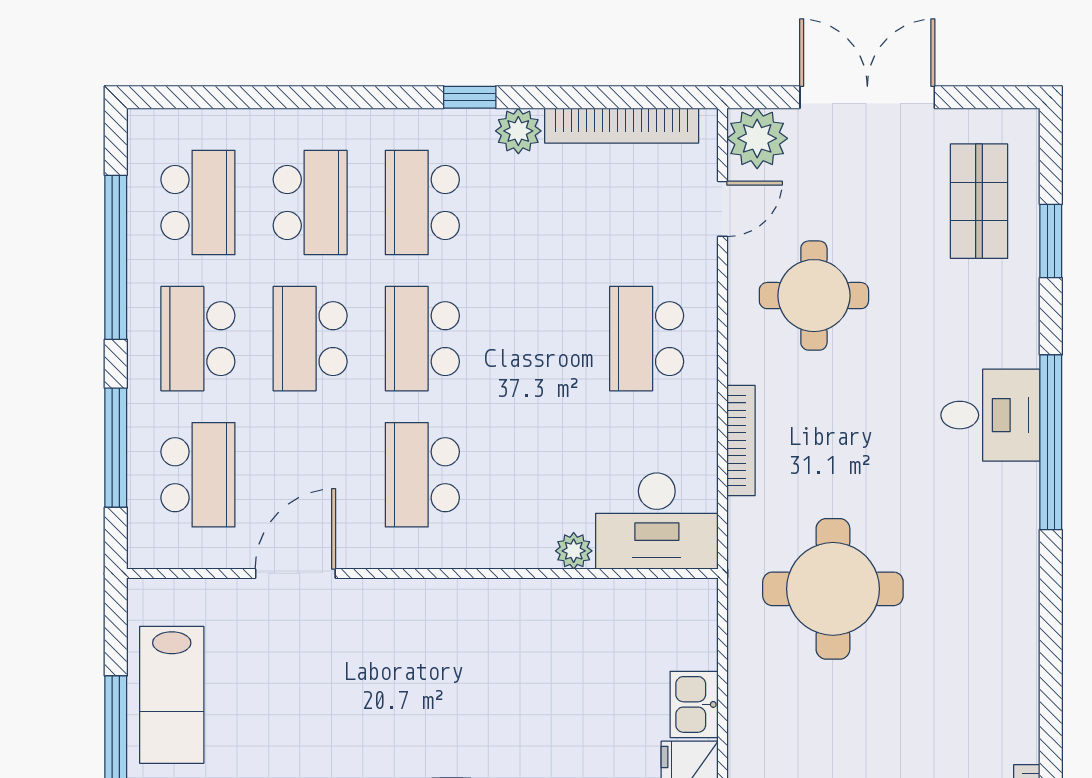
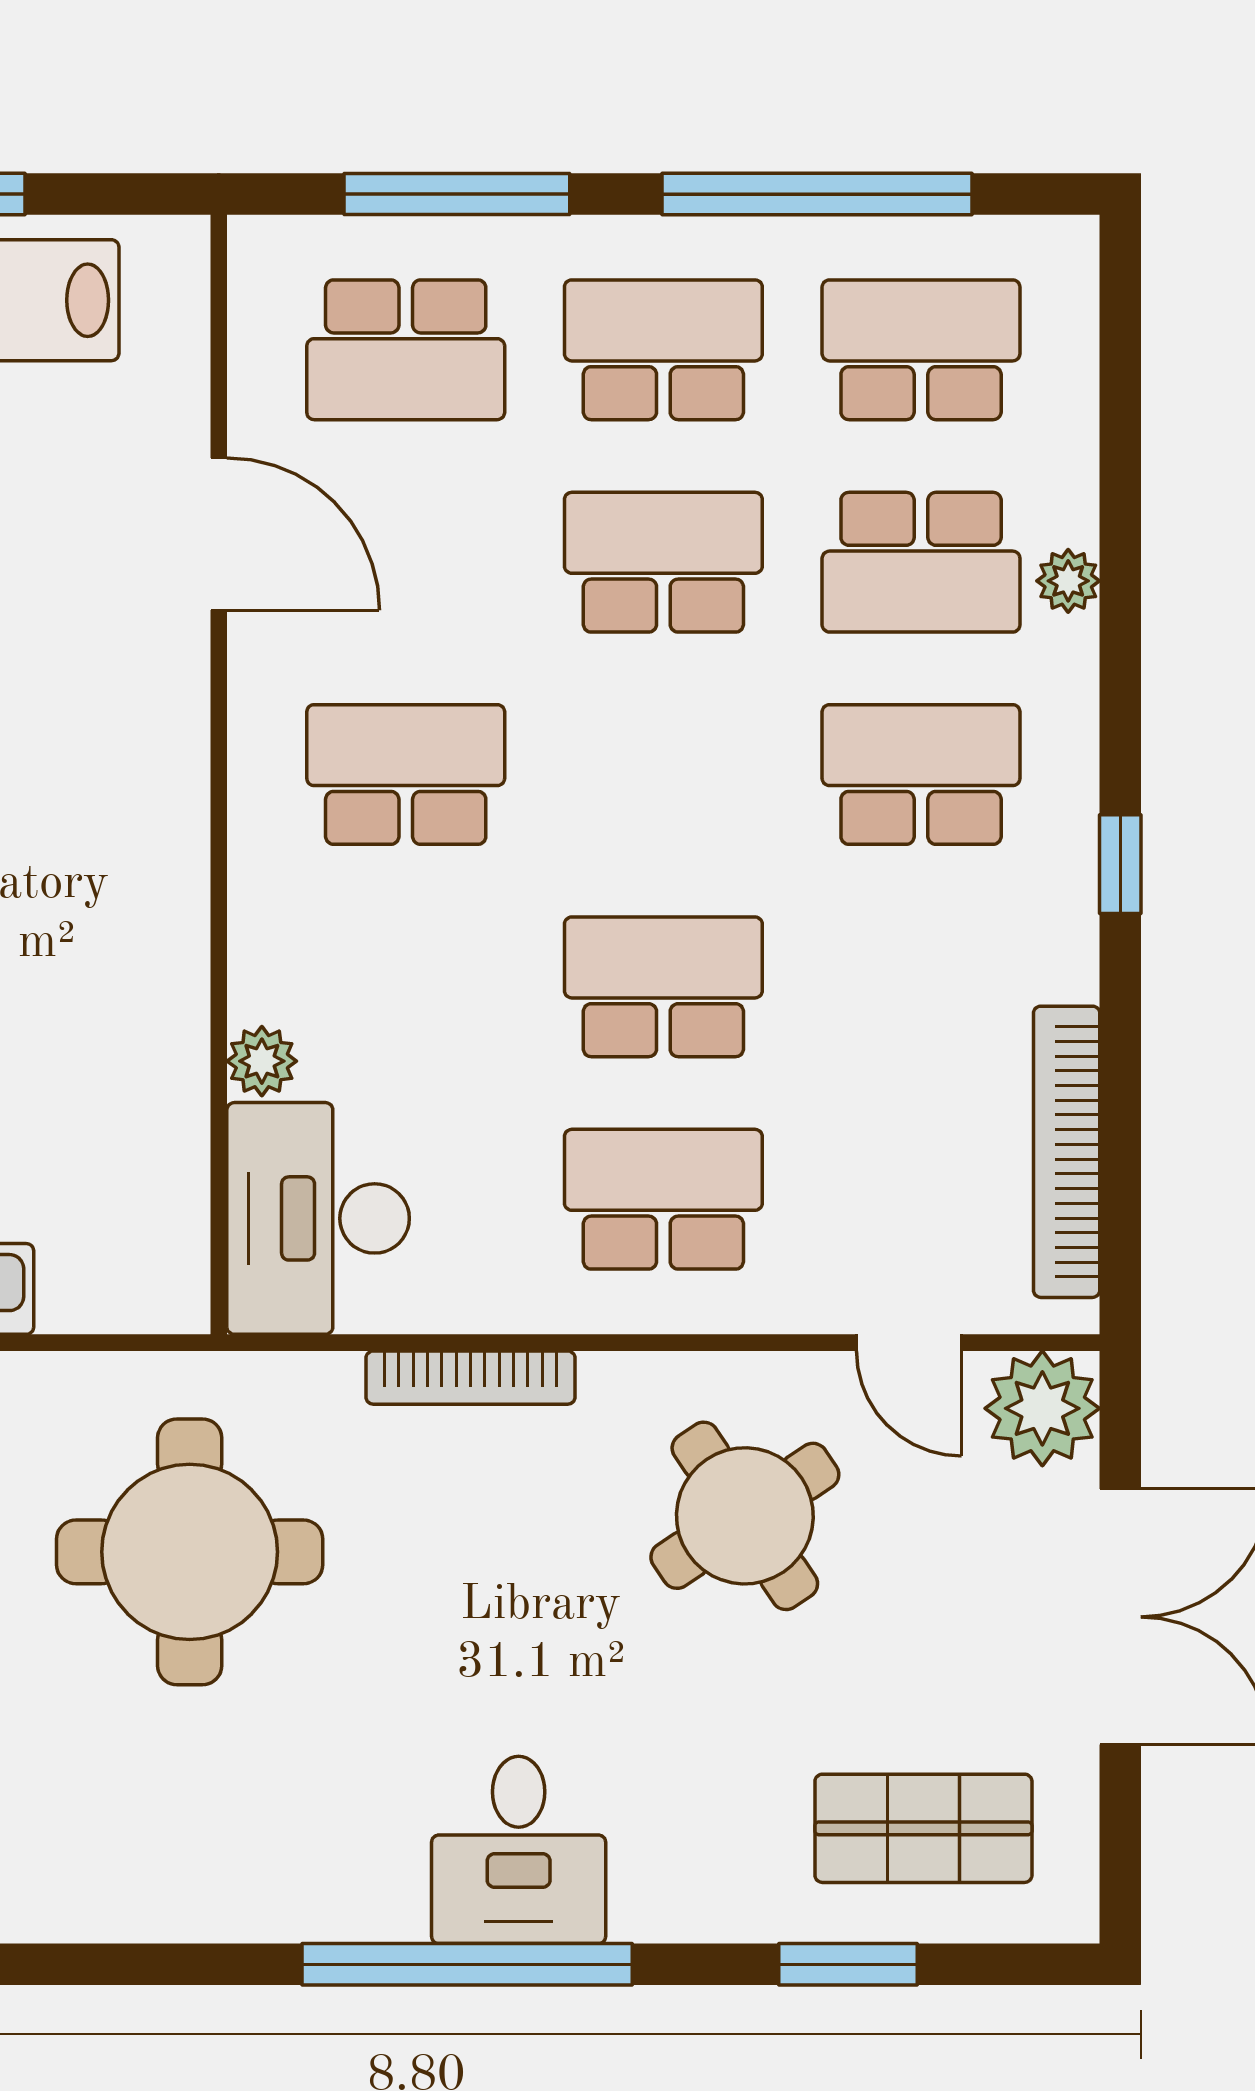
plant: (518, 131) -> (1068, 581), moved, width x0.73, depth x0.73
school desk: (198, 202) -> (921, 350), turned 180
round table: (814, 296) -> (745, 1516), turned -34
school desk: (422, 339) -> (663, 987), moved

